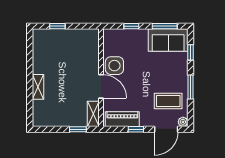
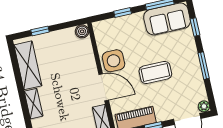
boiler: (93, 35) -> (82, 31), added
shelving: (40, 53) -> (28, 65), added
coffee table: (168, 101) -> (155, 73), moved

